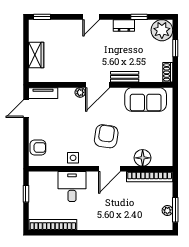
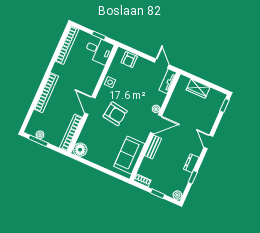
plant: (162, 30) -> (177, 195), width x0.53, depth x0.53
door: (98, 85) -> (156, 124), swing flipped
floor lamp: (143, 158) -> (80, 150), moved
desk: (72, 187) -> (99, 50), moved
bookcase: (117, 225) -> (46, 93), added

